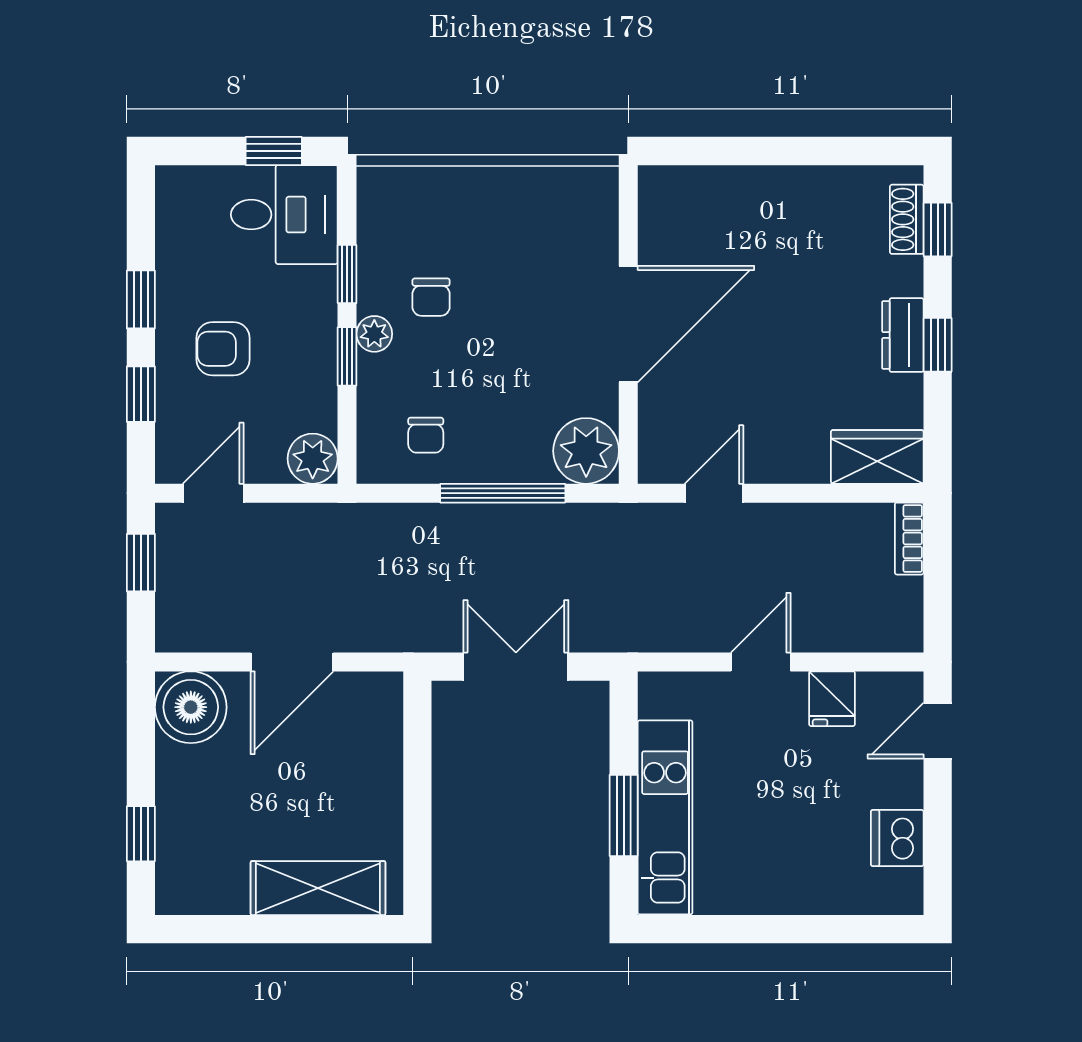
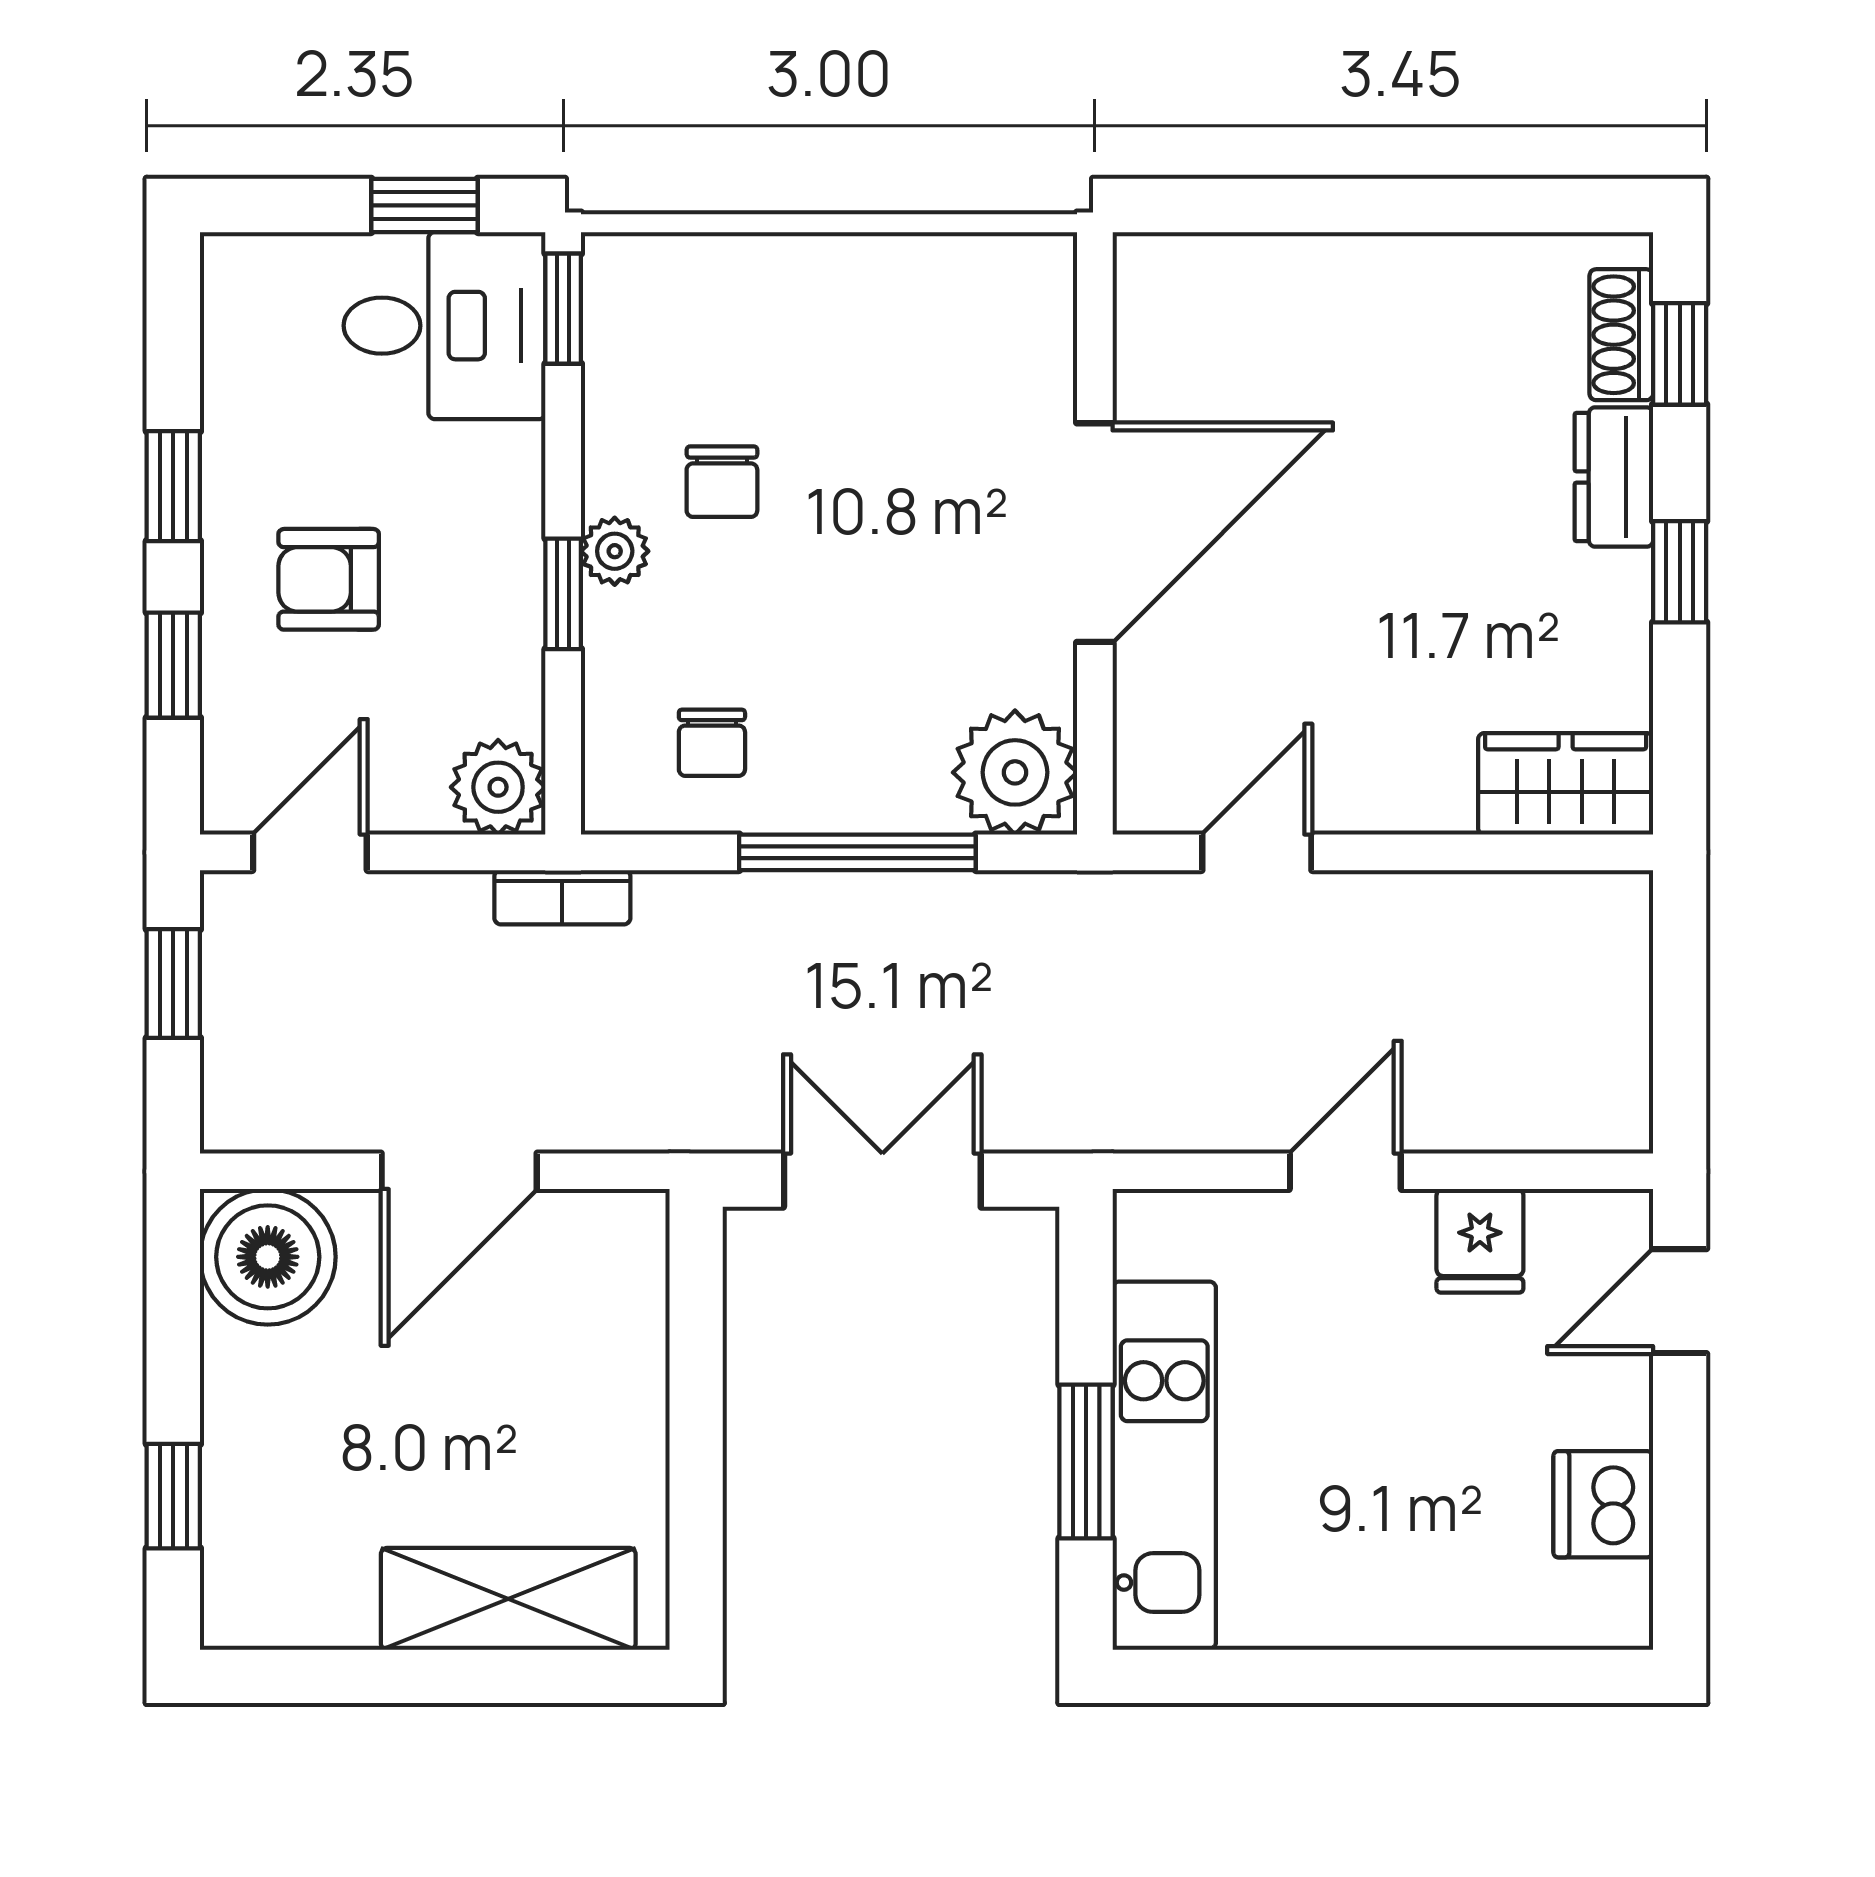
window: (347, 274) -> (563, 309), moved
dresser: (903, 335) -> (1614, 477), moved
bookcase: (909, 539) -> (562, 897), moved, turned -90

